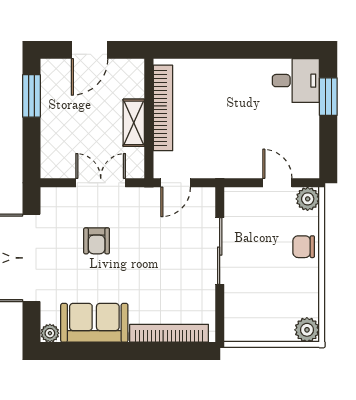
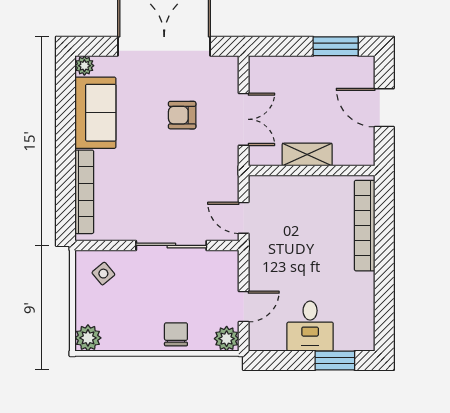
desk: (296, 81) -> (310, 326), moved
bookcase: (163, 108) -> (365, 226), moved, turned 90
door: (176, 183) -> (244, 218), moved
side table: (246, 315) -> (103, 274), added

